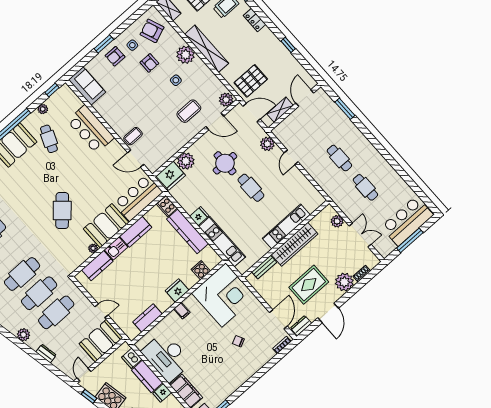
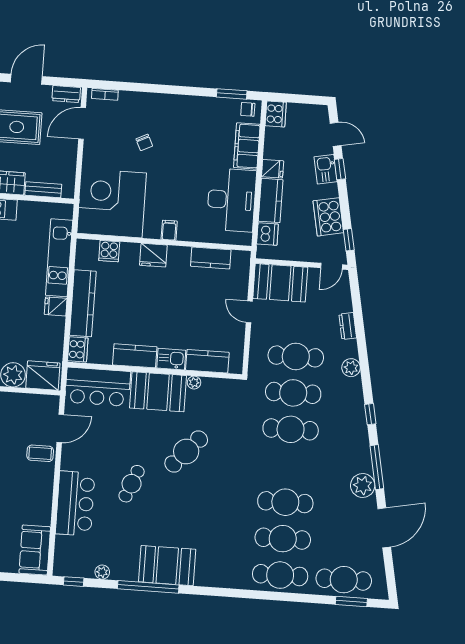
cafe table: (49, 139) -> (132, 484), moved
door: (136, 159) -> (60, 428), hinge flipped

